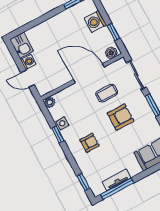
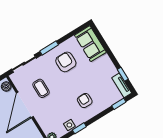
armchair: (121, 117) -> (66, 62), moved
tv unit: (117, 180) -> (122, 85), moved
window: (117, 189) -> (123, 74), width x0.46

